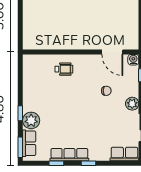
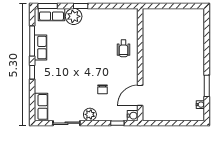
row of seats: (69, 155) -> (40, 48), width x0.68
window: (56, 163) -> (32, 41), width x2.17

